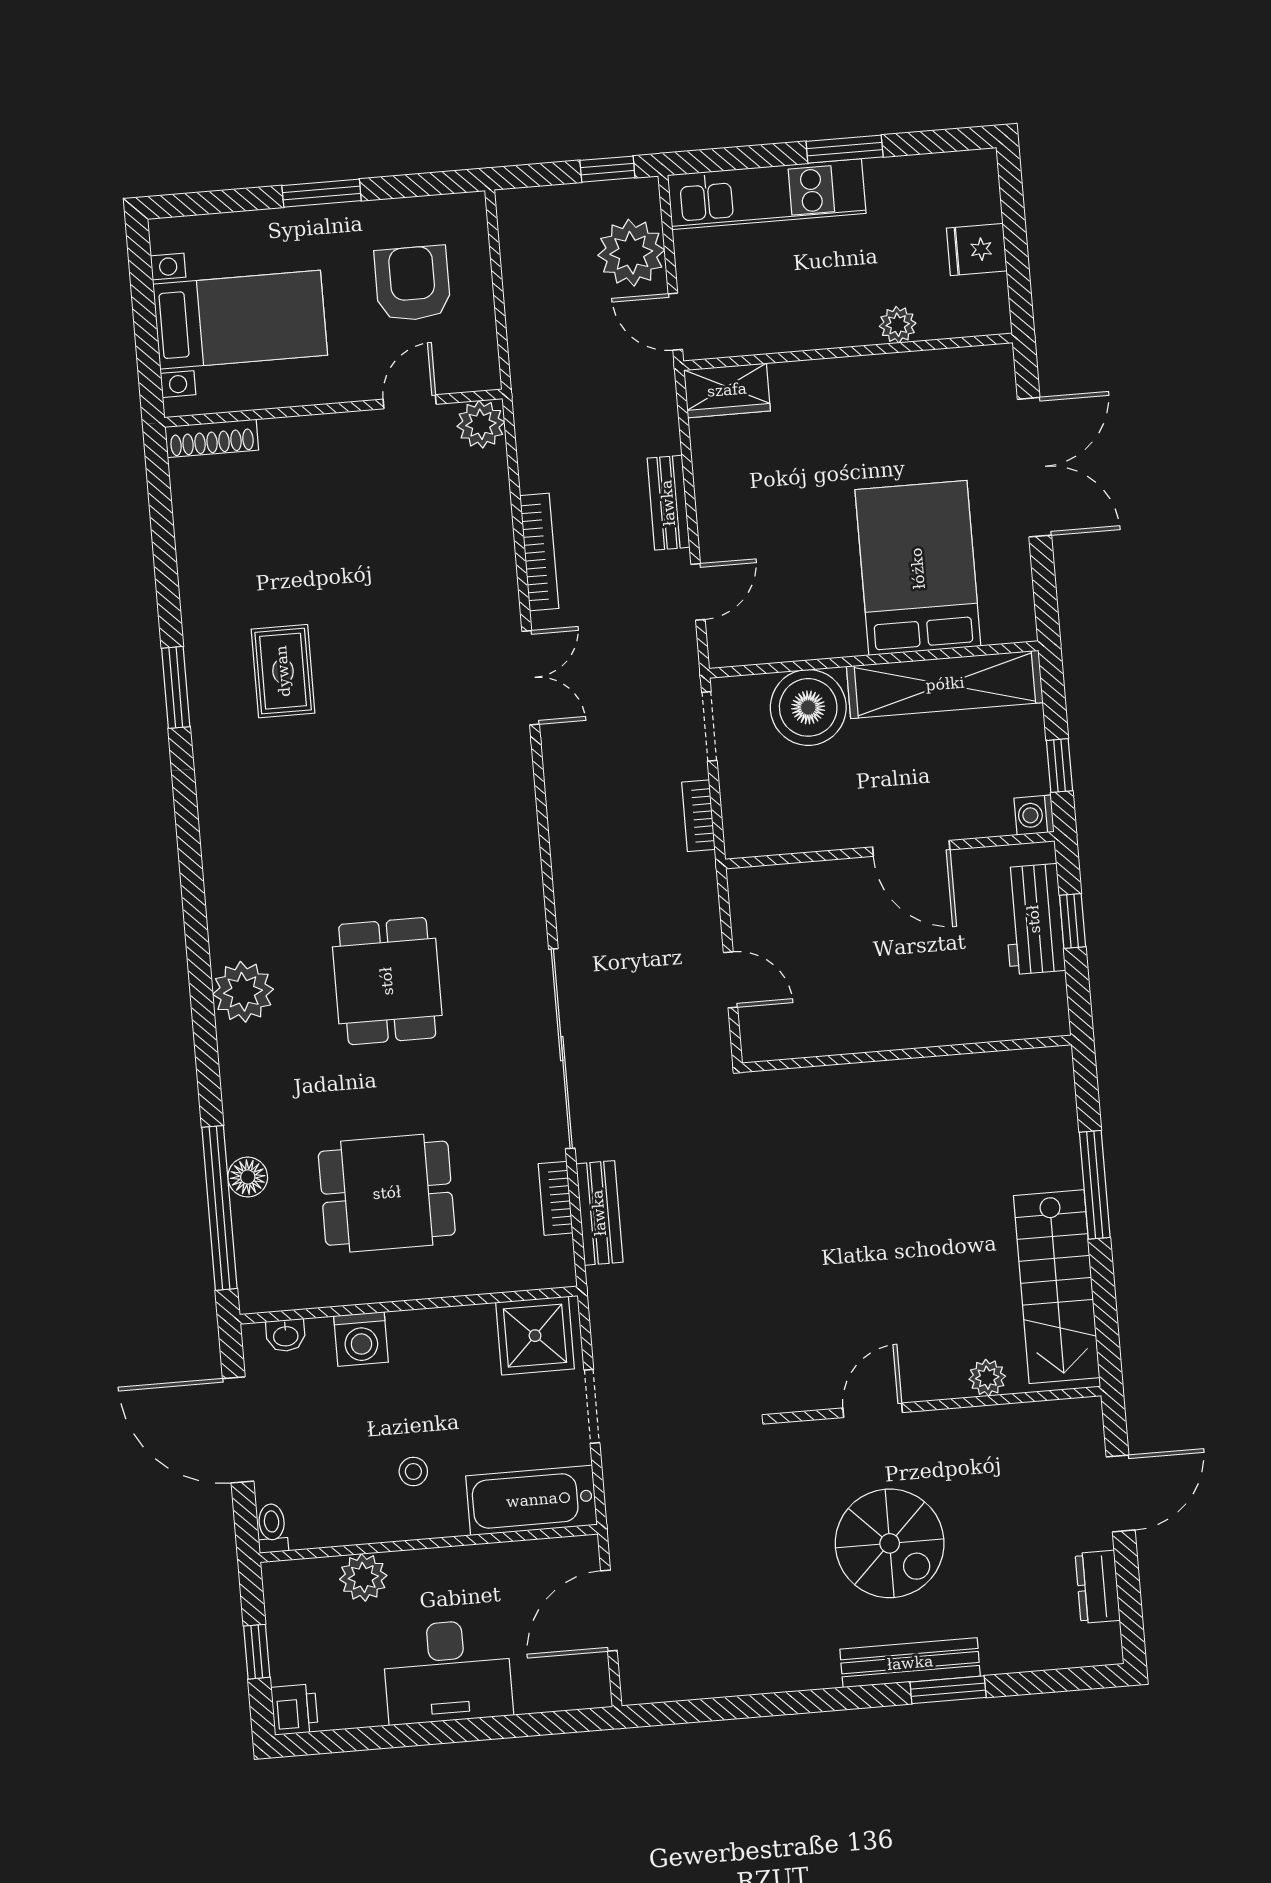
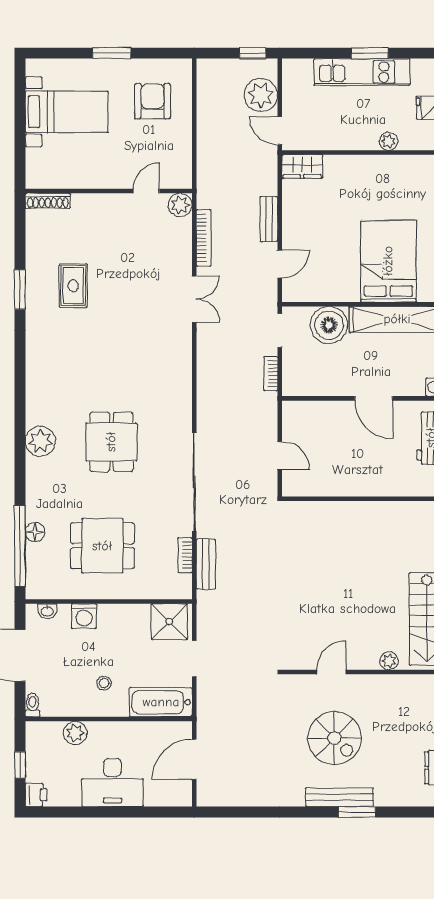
kitchen unit: (767, 194) -> (362, 72), moved
door: (410, 402) -> (146, 191), moved
wall: (333, 408) -> (109, 191), moved
plant: (481, 424) -> (180, 205), moved
shoe rack: (212, 438) -> (48, 201), moved

